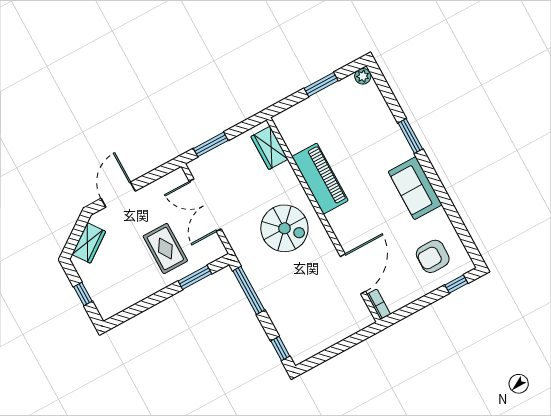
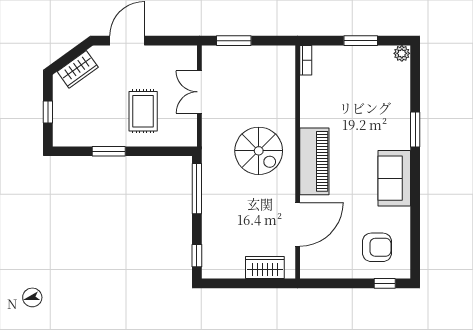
wardrobe: (269, 148) -> (265, 268), moved, turned 90
piano: (320, 179) -> (314, 161), moved
double door: (205, 205) -> (199, 92), width x0.73
armchair: (433, 256) -> (377, 247), turned 180
window: (195, 277) -> (109, 151), moved
bookcase: (379, 304) -> (306, 60), moved

